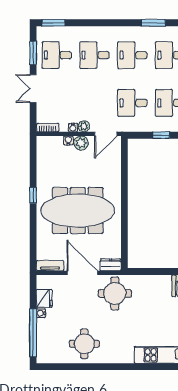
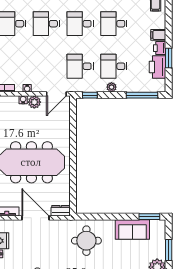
plant: (84, 126) -> (112, 87), moved
window: (161, 135) -> (90, 95), moved
round table: (115, 293) -> (86, 241), moved

